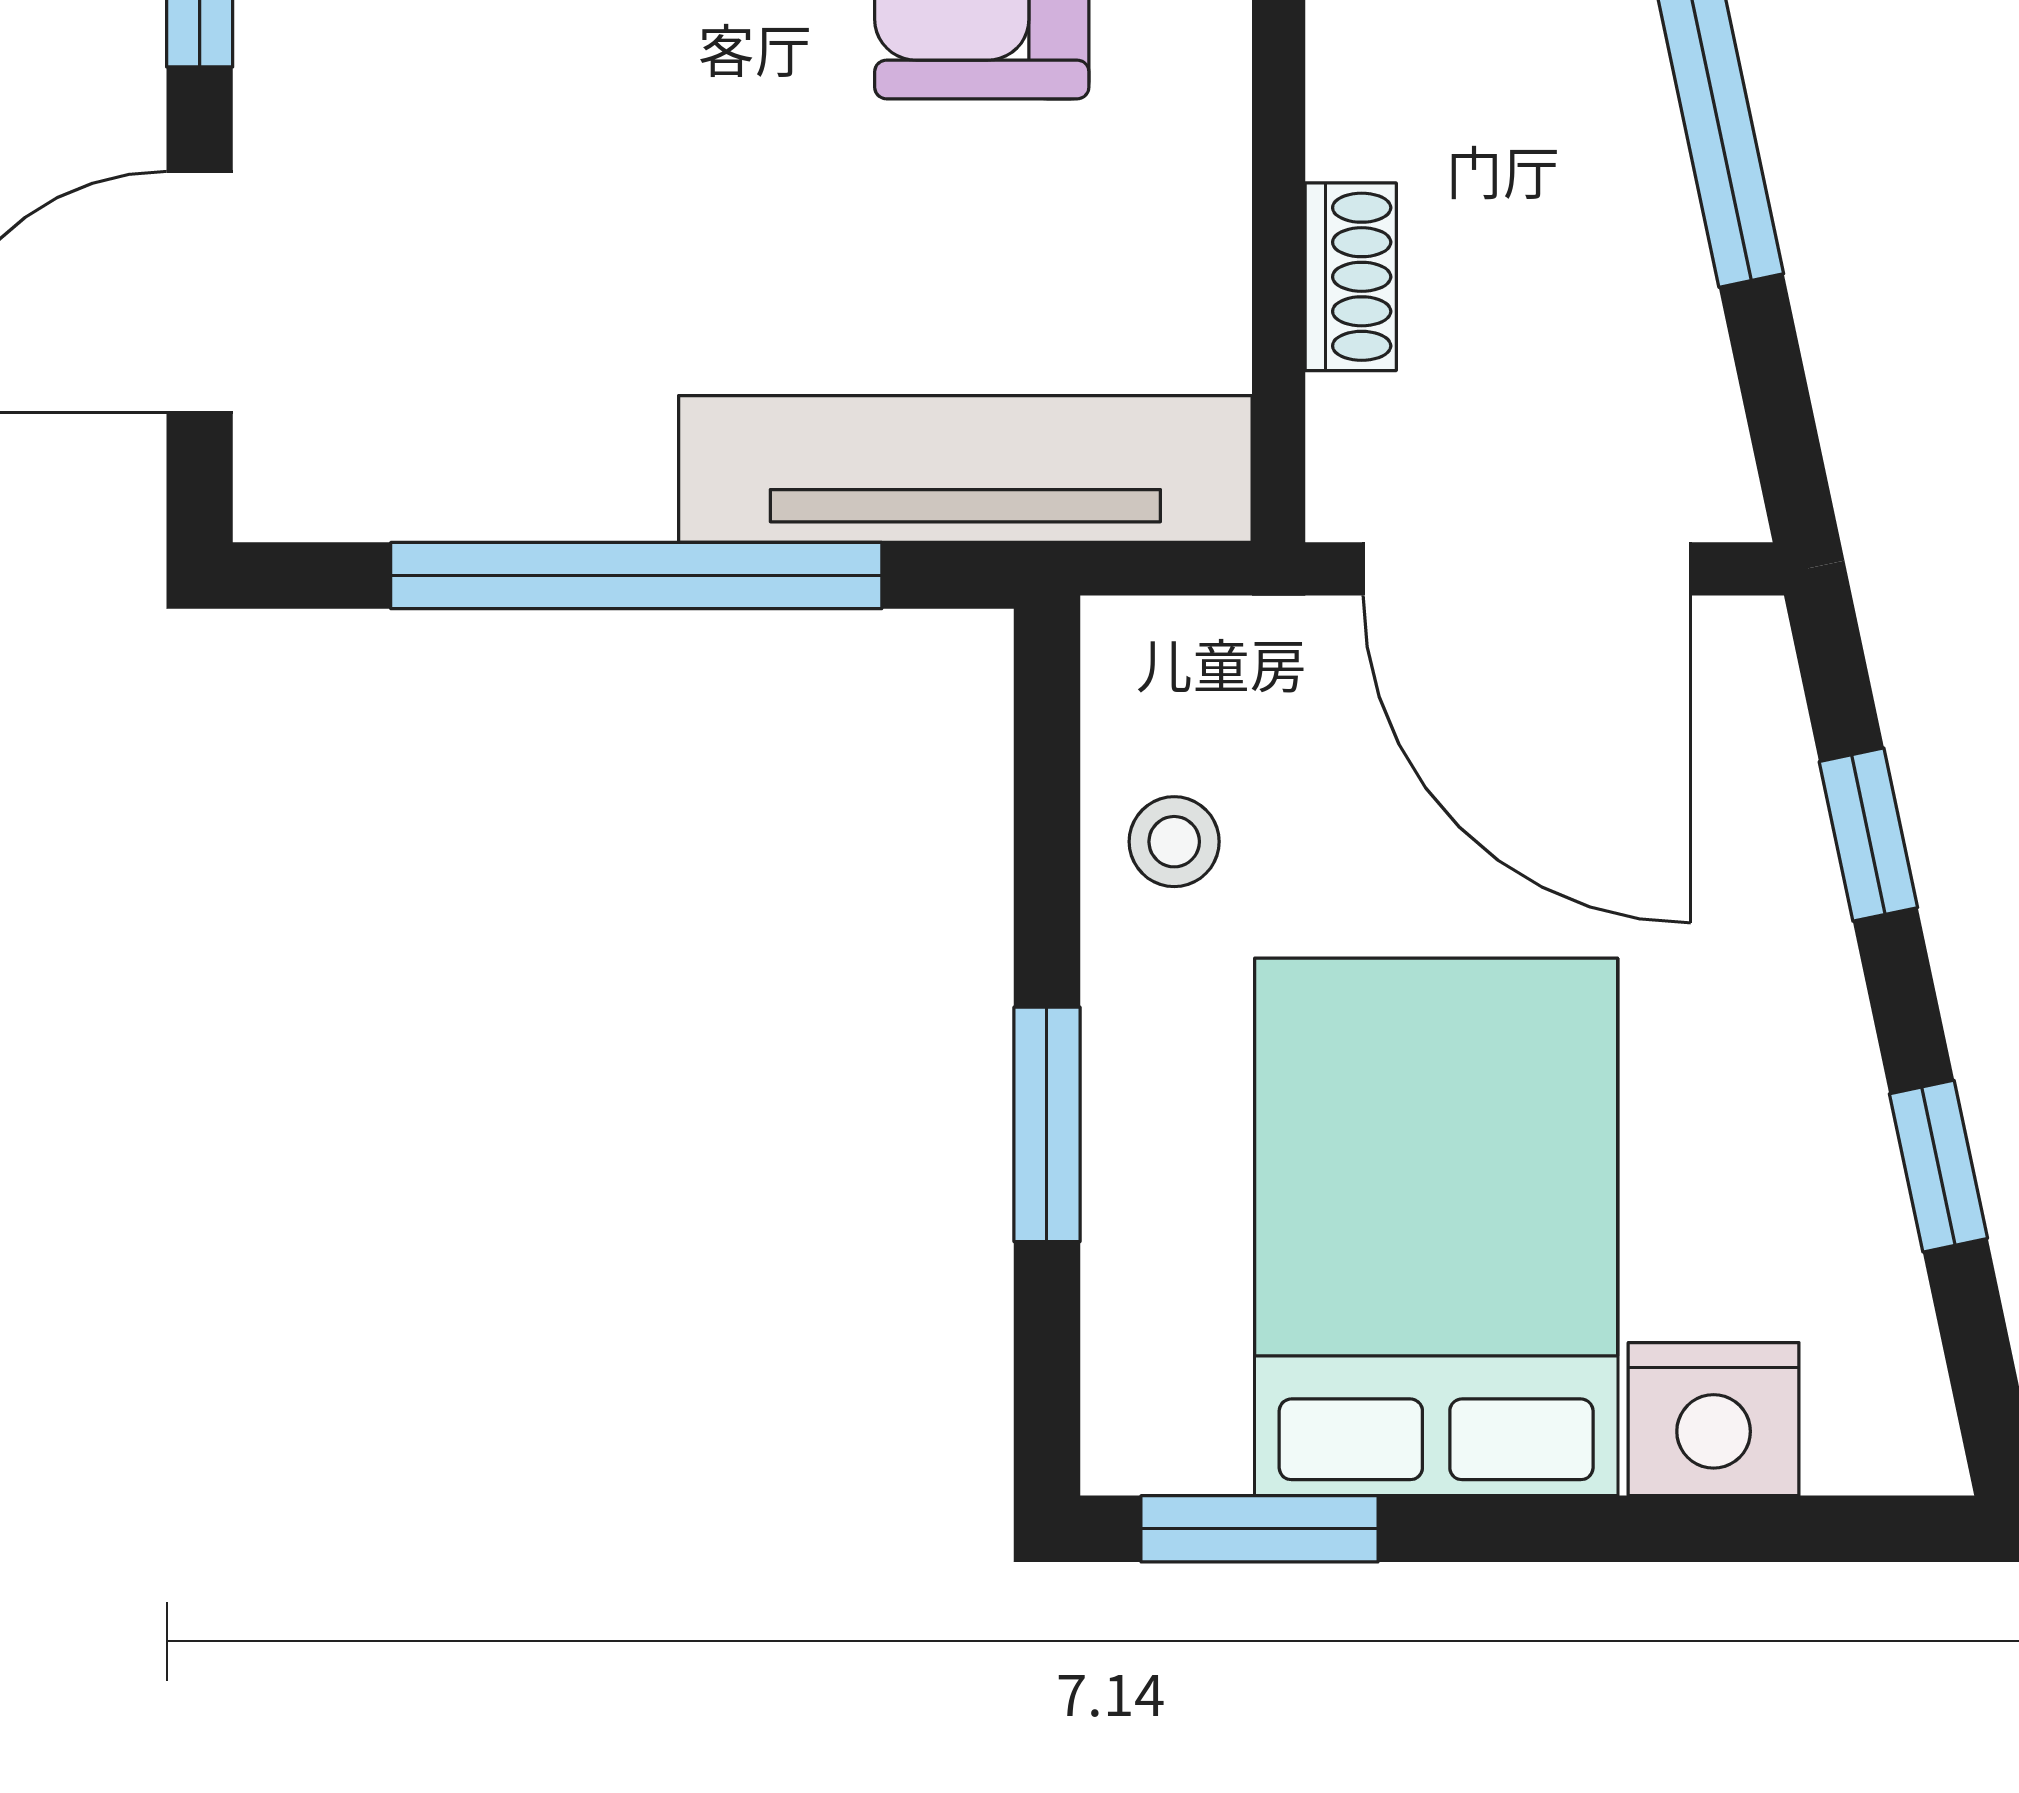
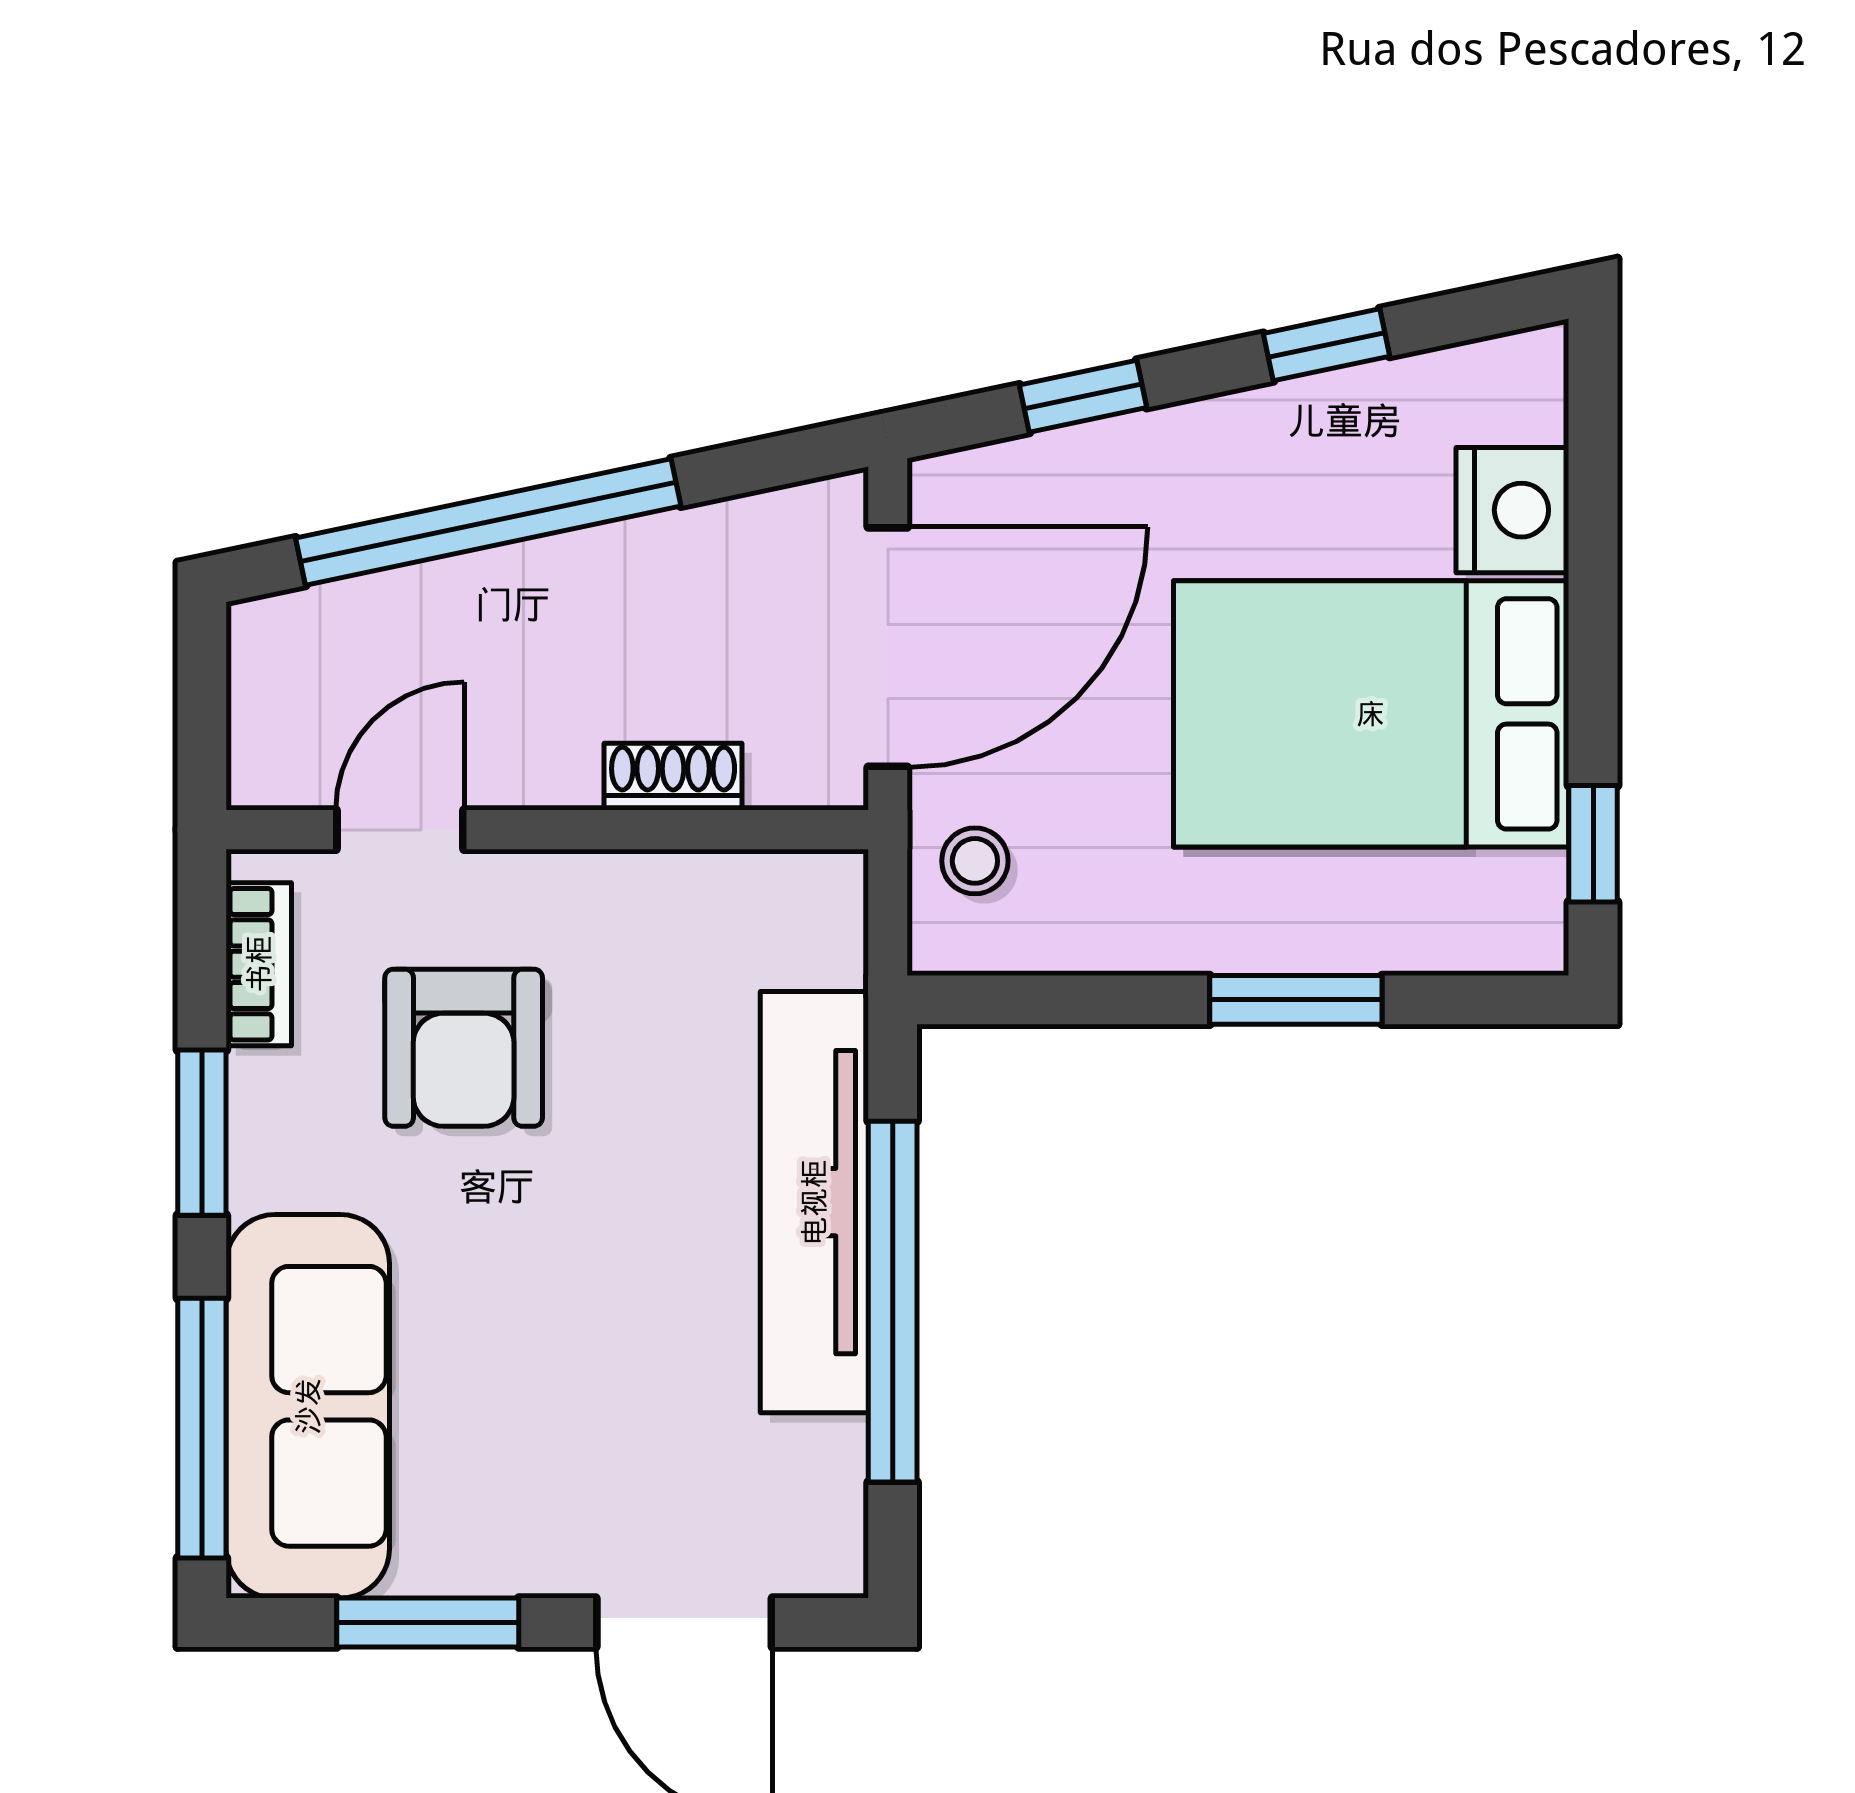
tv unit: (965, 469) -> (814, 1202), moved
stool: (1174, 842) -> (975, 861), moved
window: (1259, 1529) -> (1593, 844), width x0.67

